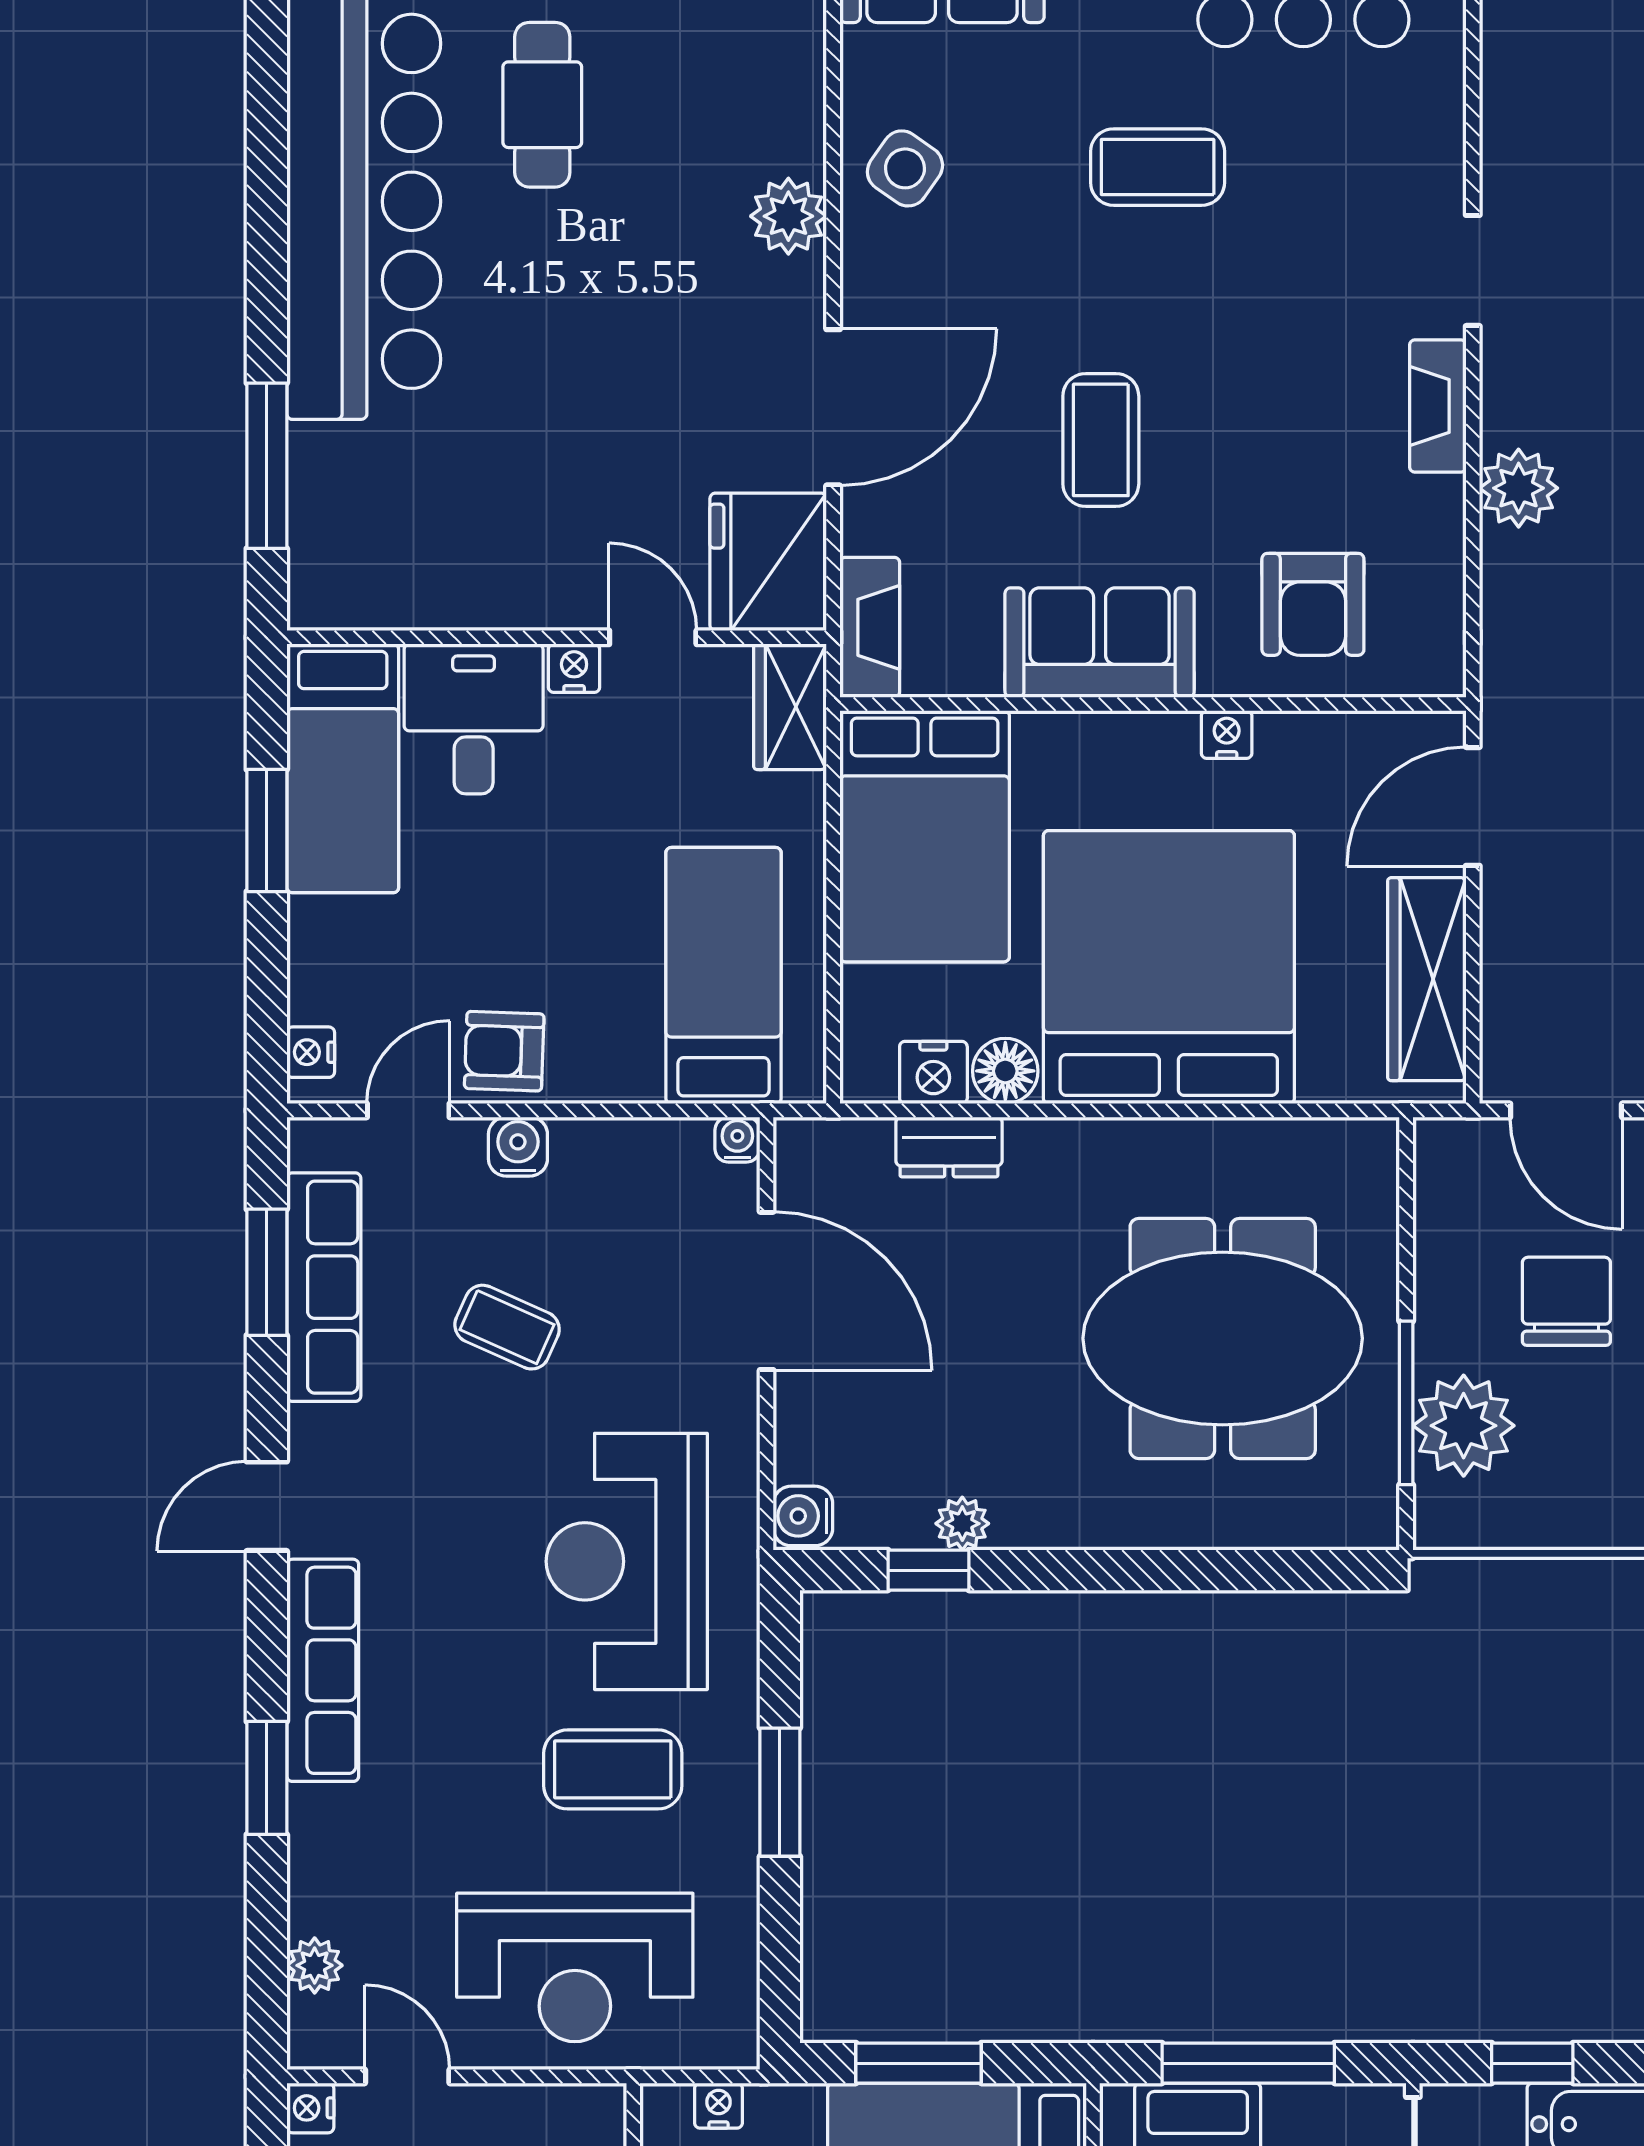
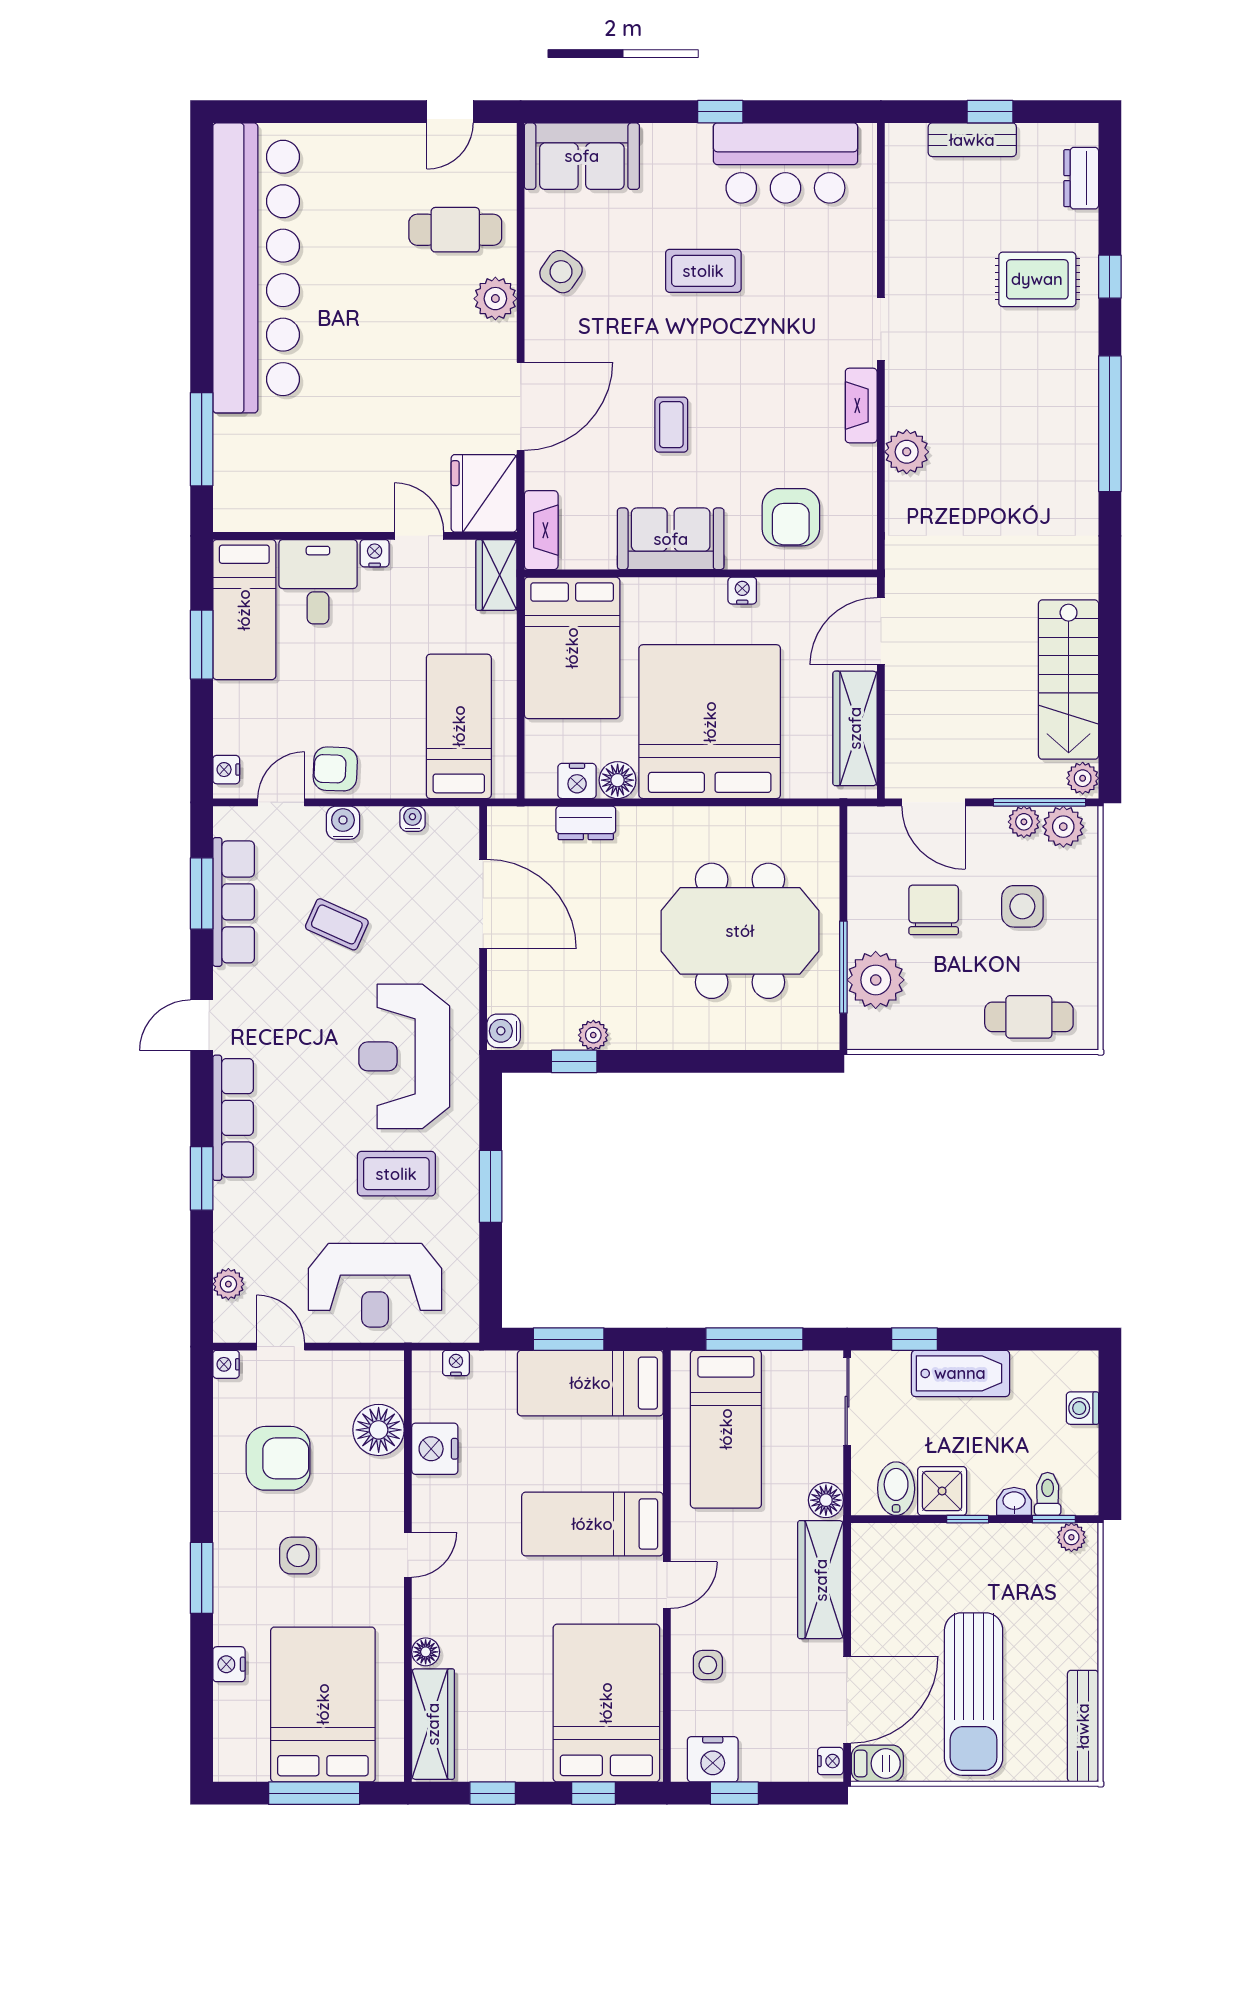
cafe table: (542, 105) -> (455, 230), moved, turned 90
coffee table: (1101, 440) -> (671, 425), width x0.73, depth x0.77
water cooler: (737, 1140) -> (412, 819), moved

